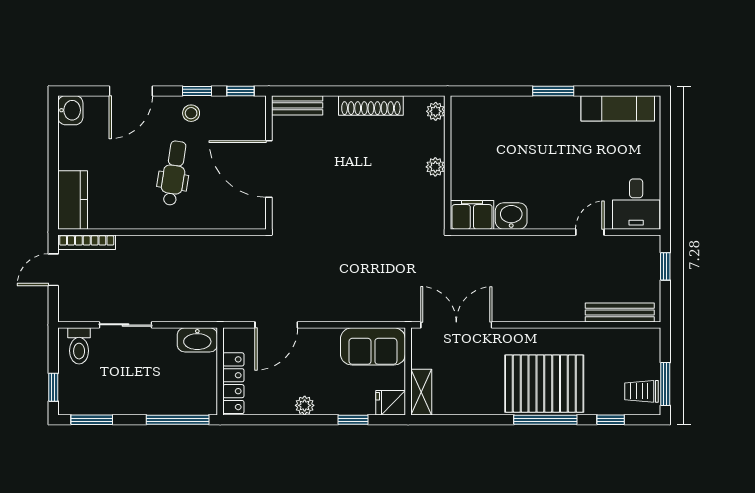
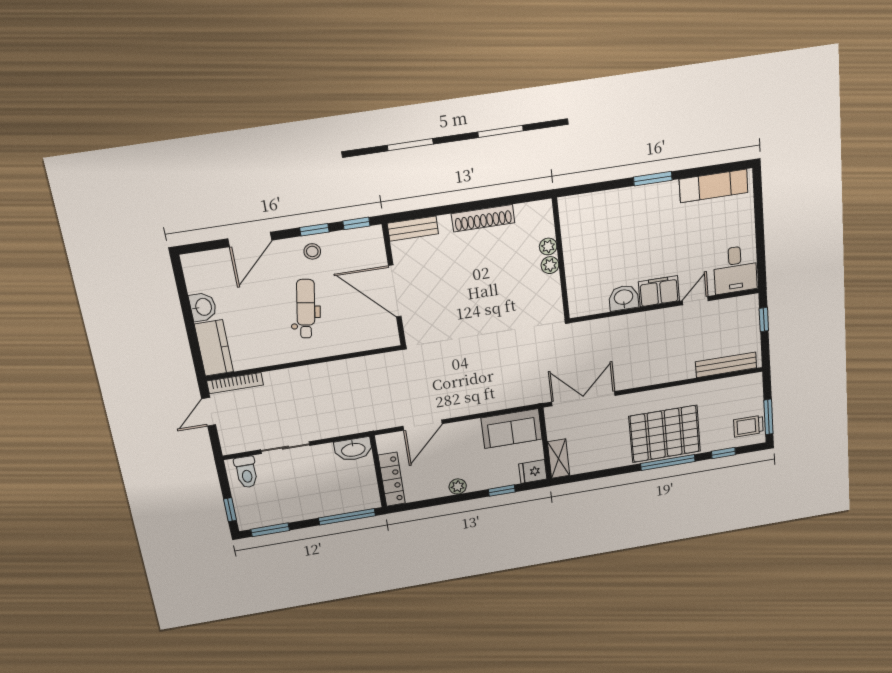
washbasin: (70, 110) -> (203, 307), moved
plant: (436, 111) -> (548, 246), moved
filing cabinet: (472, 215) -> (659, 291), moved

